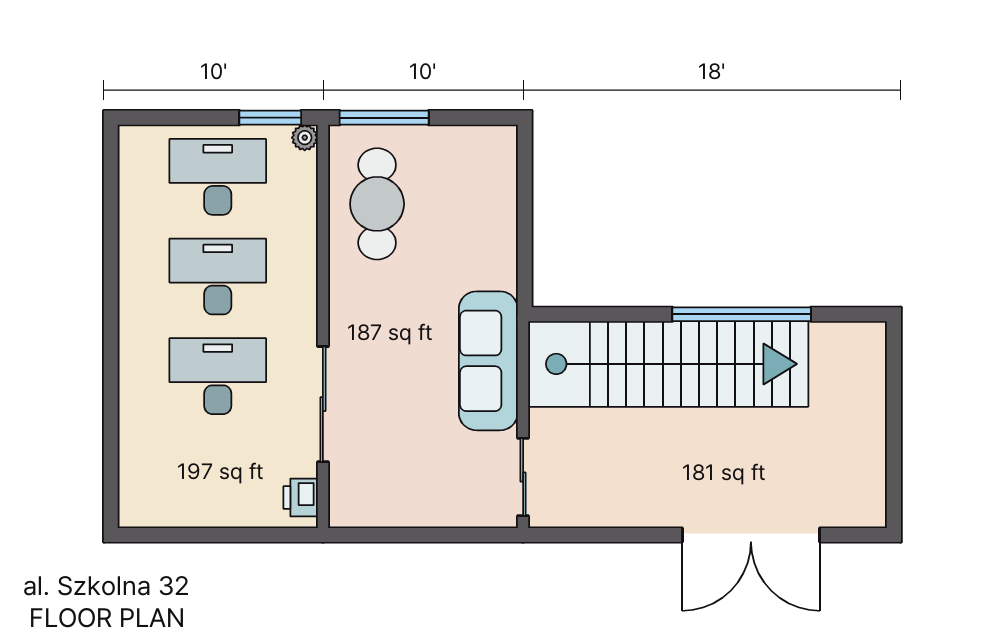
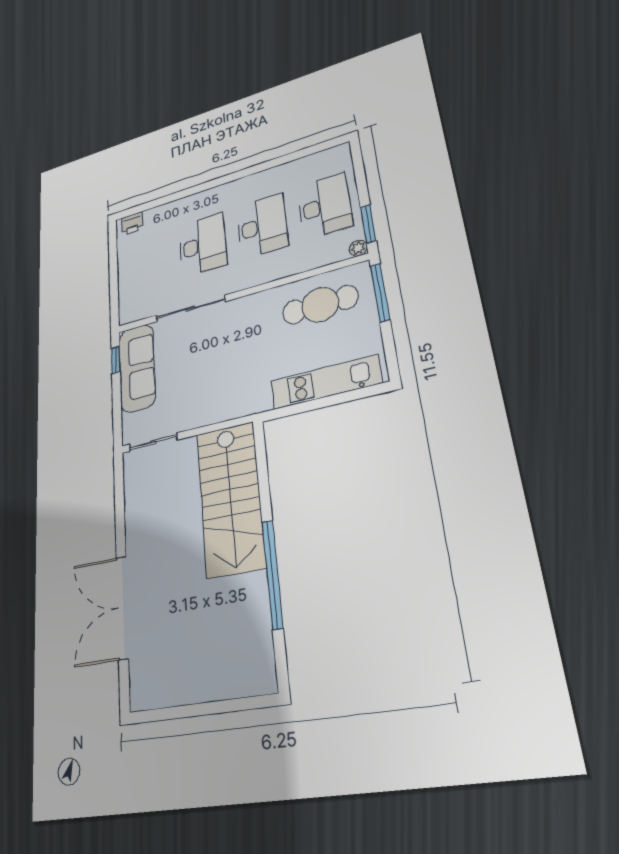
kitchen unit: (496, 212) -> (325, 382), added
sofa: (488, 361) -> (137, 368), moved, turned 90
stairs: (668, 364) -> (230, 499), width x0.73
printer: (301, 497) -> (132, 223), moved, turned 180
window: (374, 535) -> (116, 360), added

